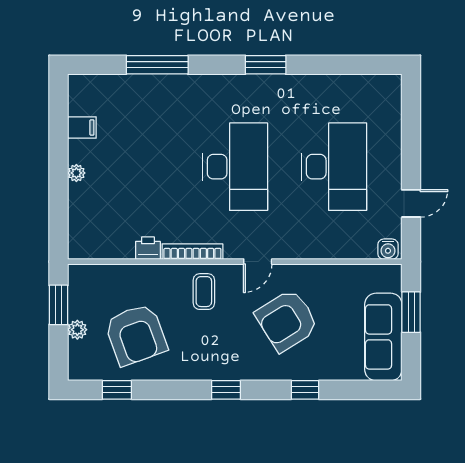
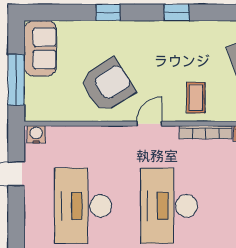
window: (411, 312) -> (16, 80), width x1.44
armchair: (287, 321) -> (107, 85), moved
sofa: (383, 337) -> (40, 48), width x0.73

